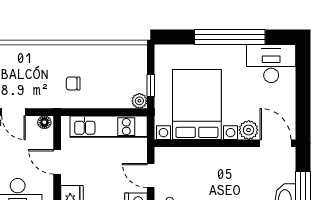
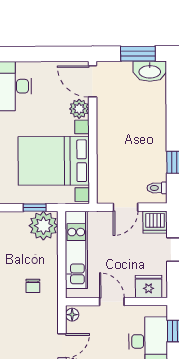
plant: (139, 101) -> (43, 226), width x1.88, depth x1.88
door: (276, 143) -> (93, 81), hinge flipped
door: (57, 162) -> (112, 302), swing flipped

